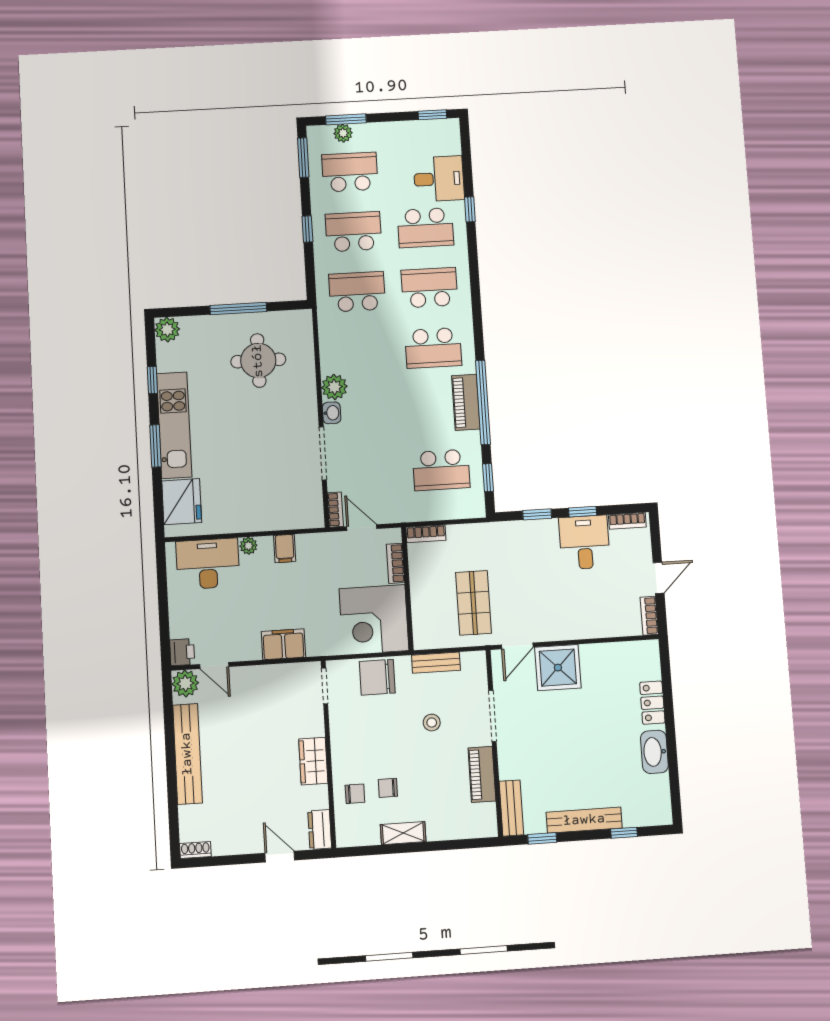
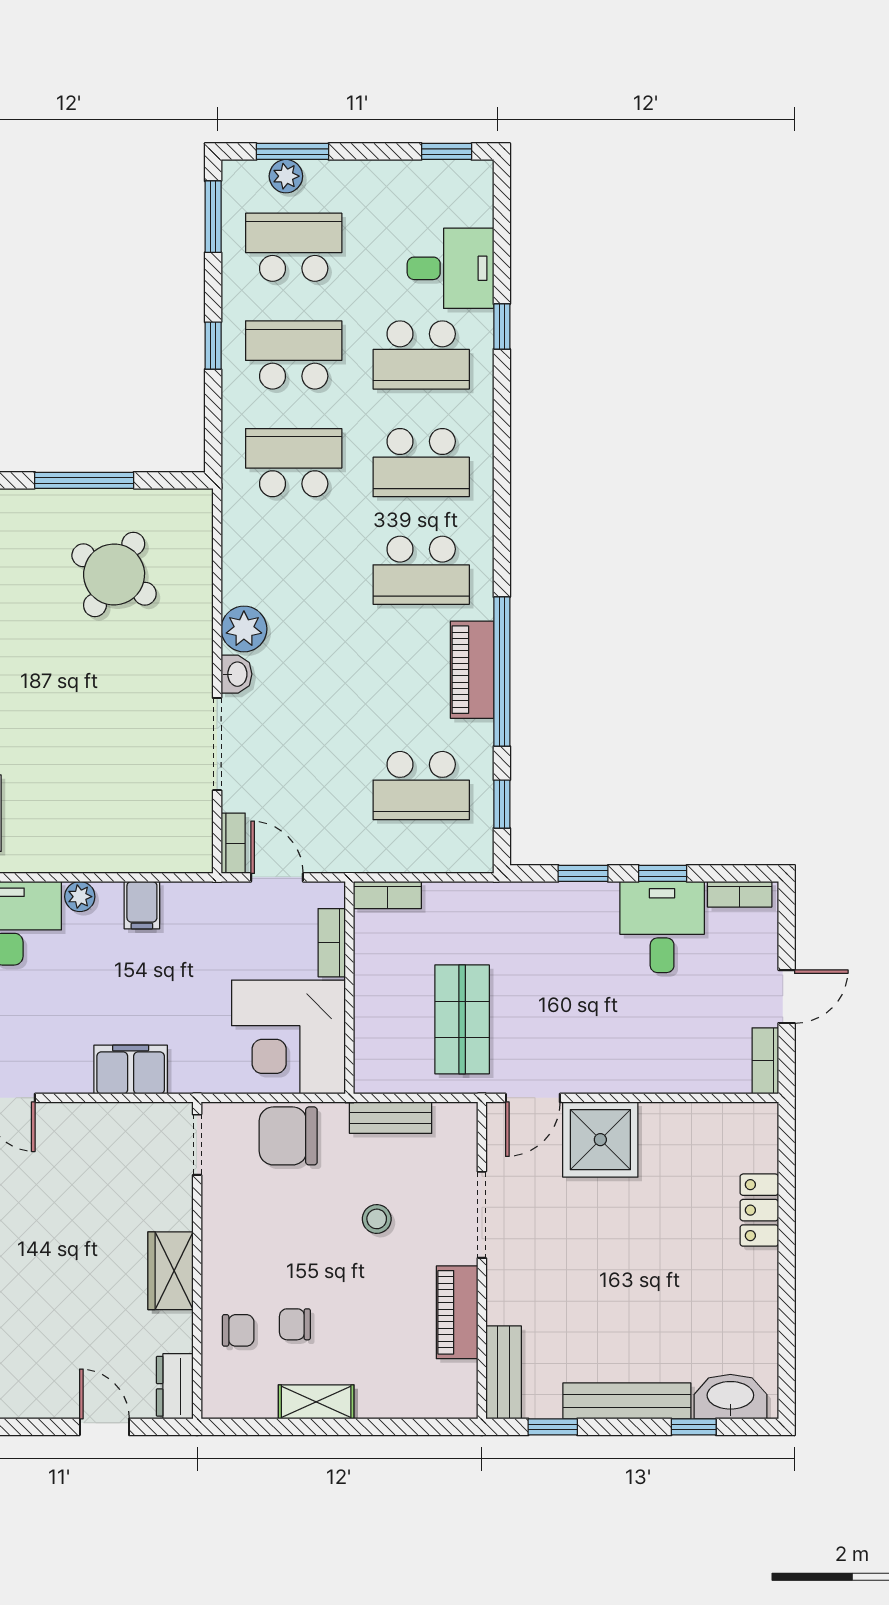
school desk: (429, 288) -> (421, 463), turned 180
round table: (258, 361) -> (114, 574), turned 32
washbasin: (654, 752) -> (730, 1397), moved, turned 90

